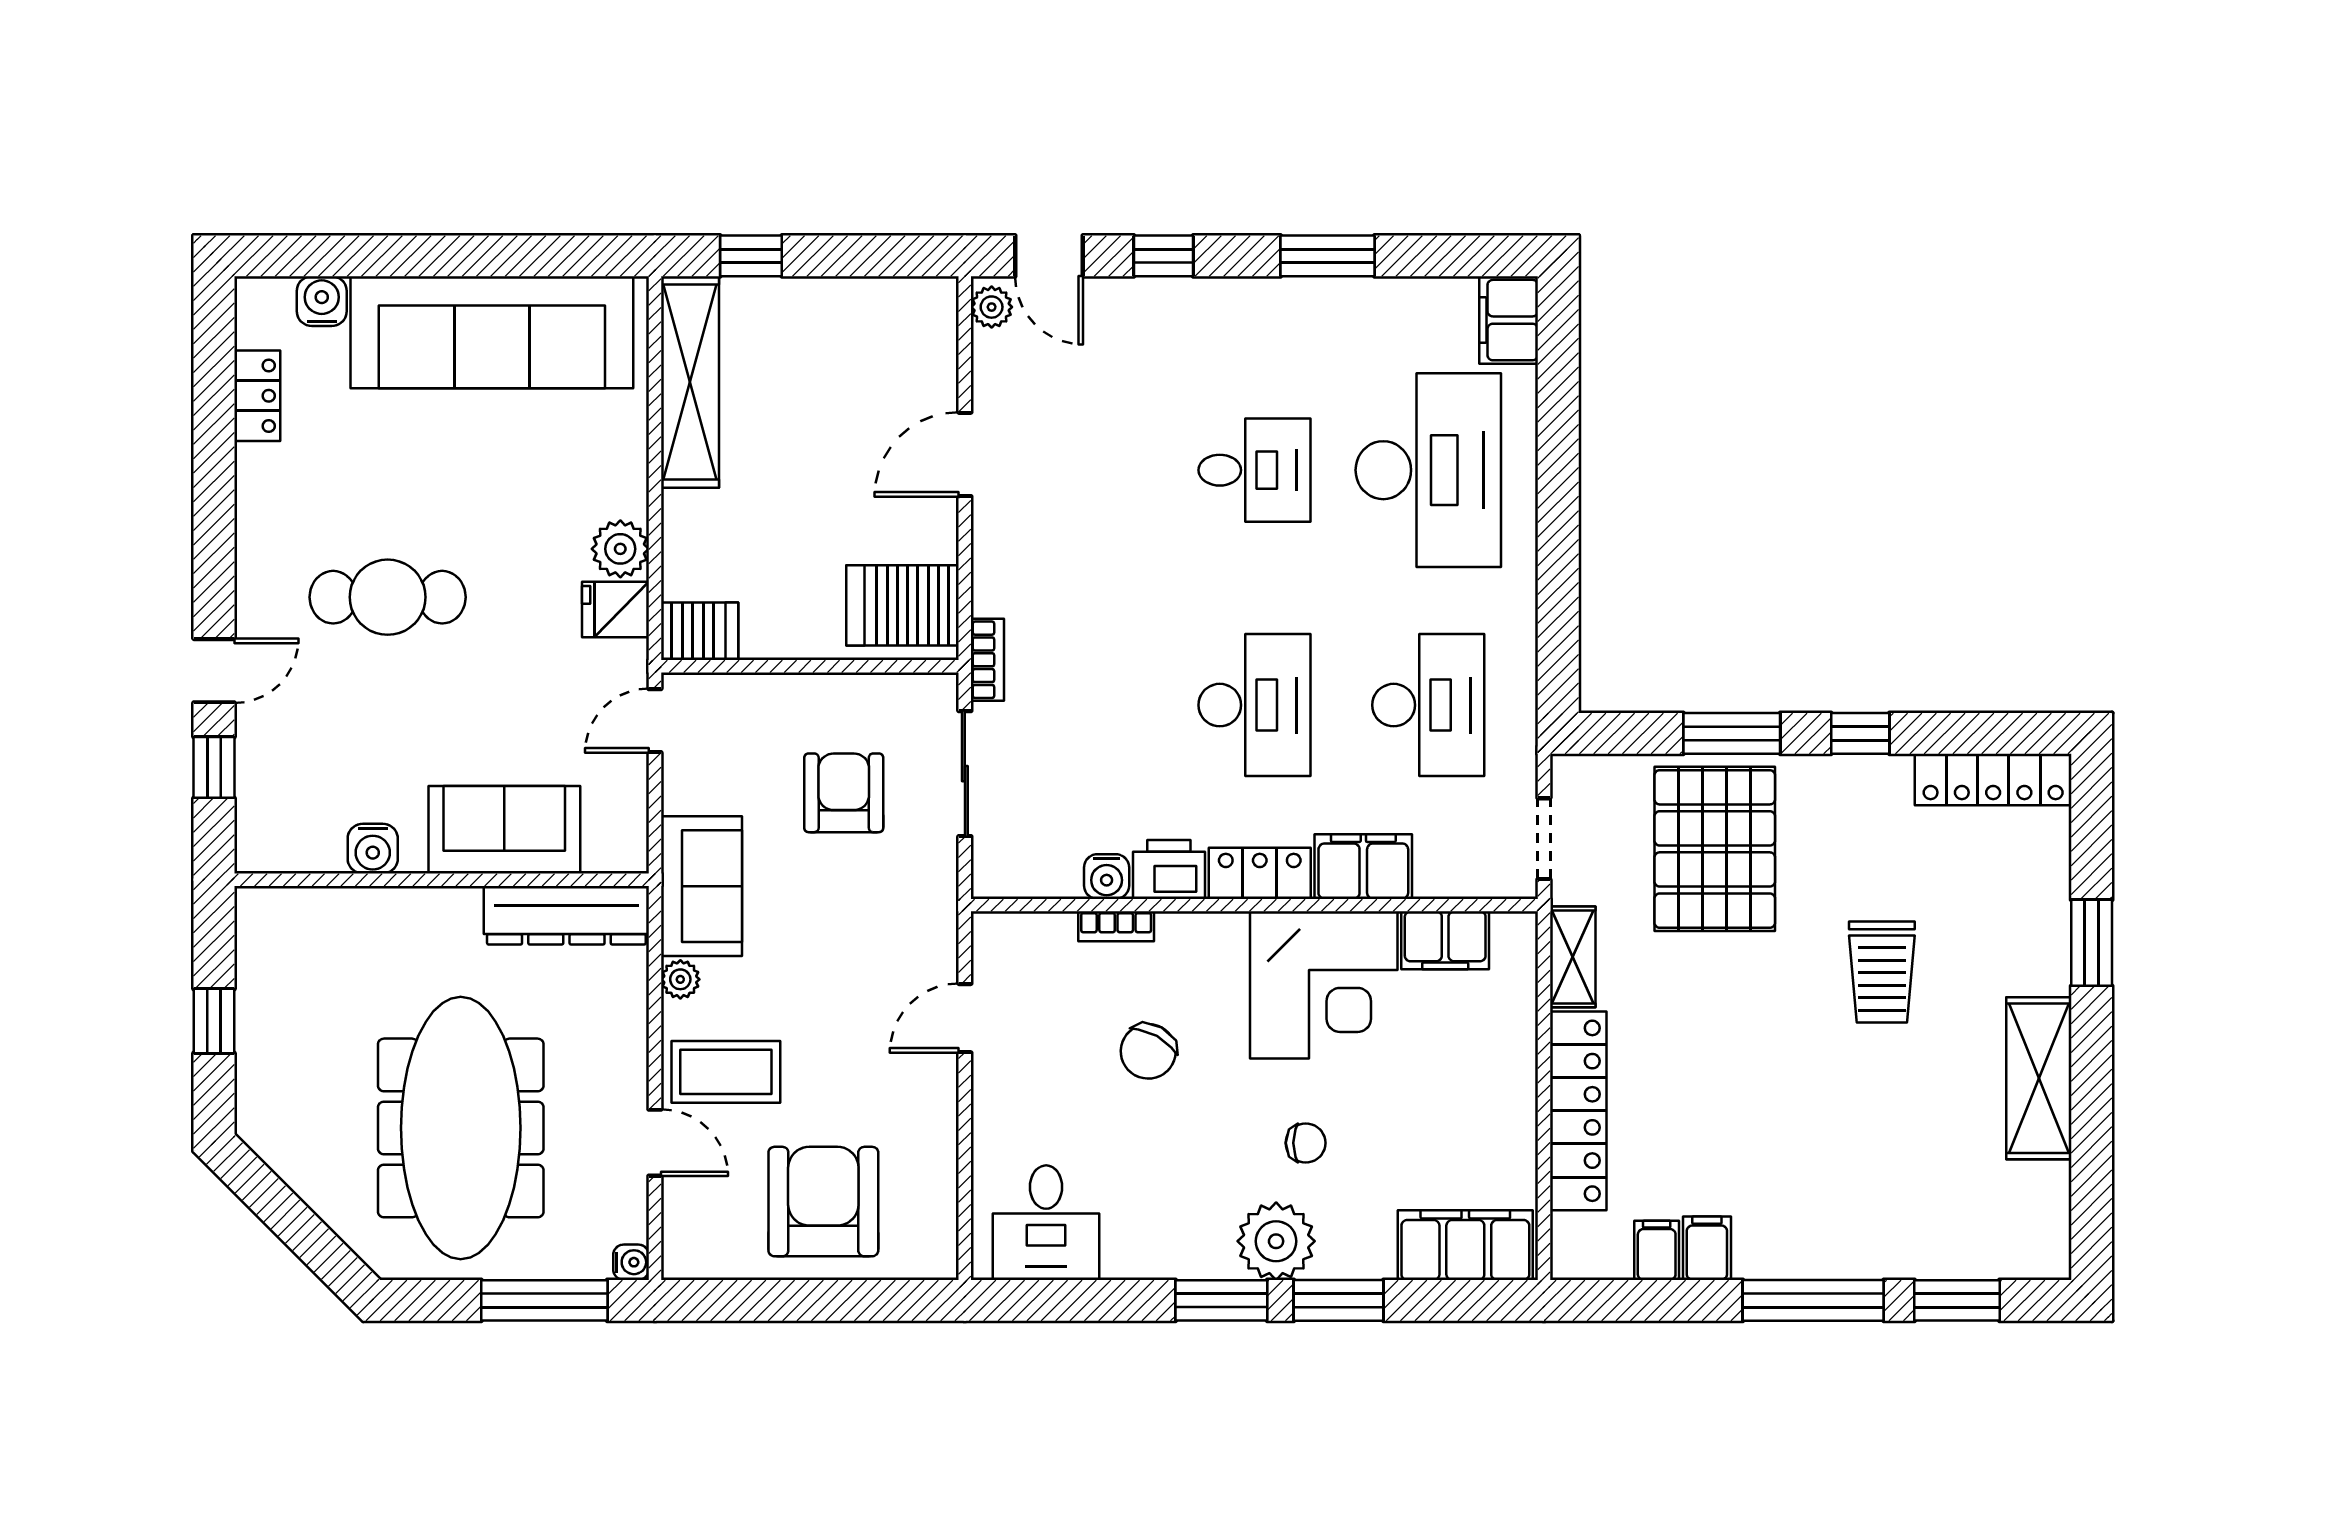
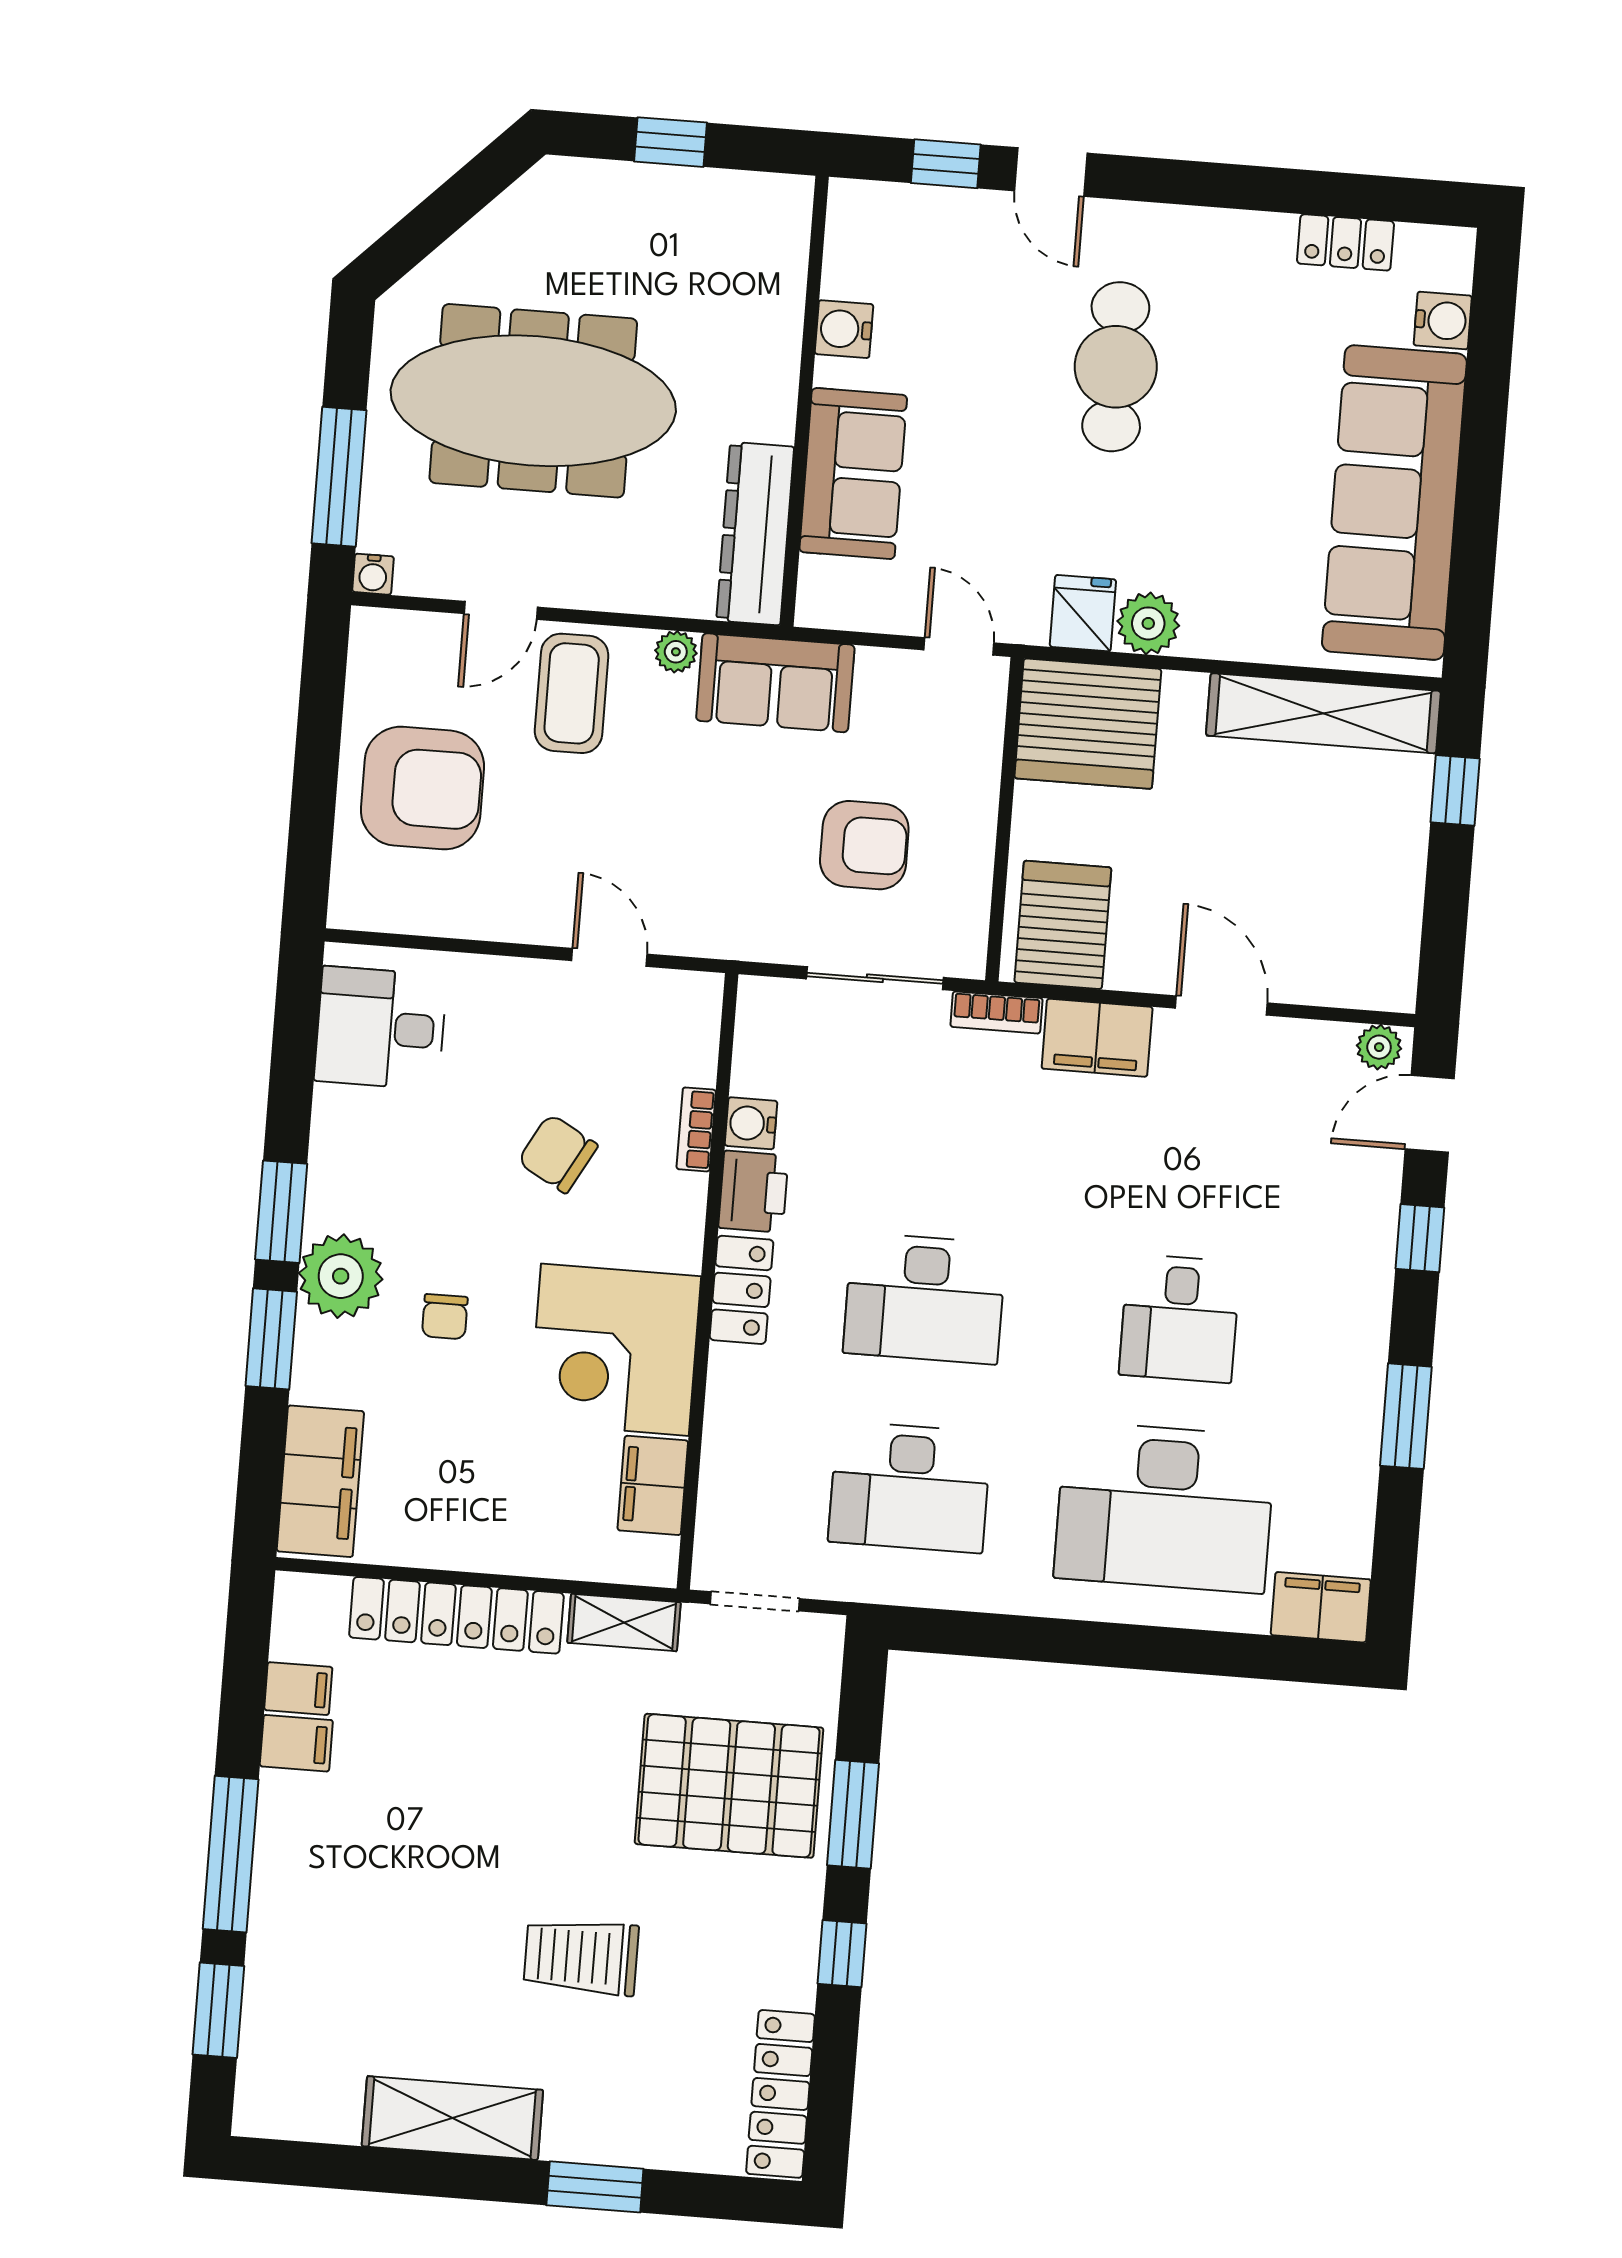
server rack: (700, 631) -> (1088, 724), width x2.18, depth x1.44
filing cabinet: (1363, 867) -> (1097, 1038), moved, turned 90

